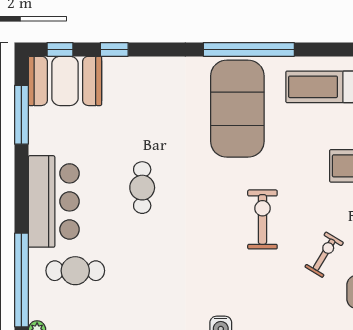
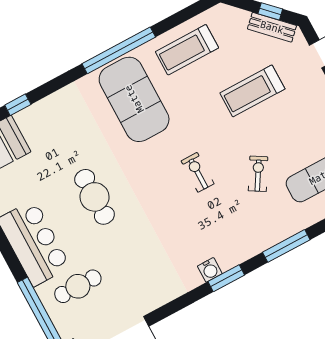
cafe table: (142, 188) -> (95, 197), width x1.37, depth x1.35
exercise bike: (262, 219) -> (198, 172), width x0.73, depth x0.72

